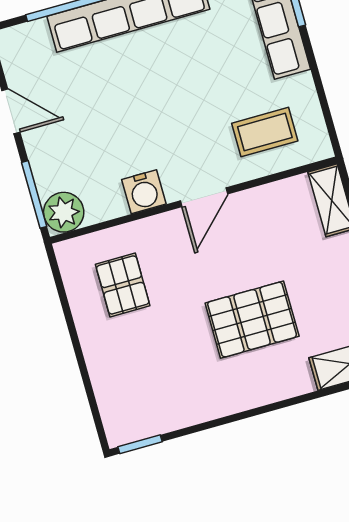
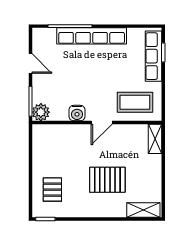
coffee table: (265, 132) -> (135, 102), width x1.36, depth x1.30
pallet: (123, 285) -> (52, 190), moved

